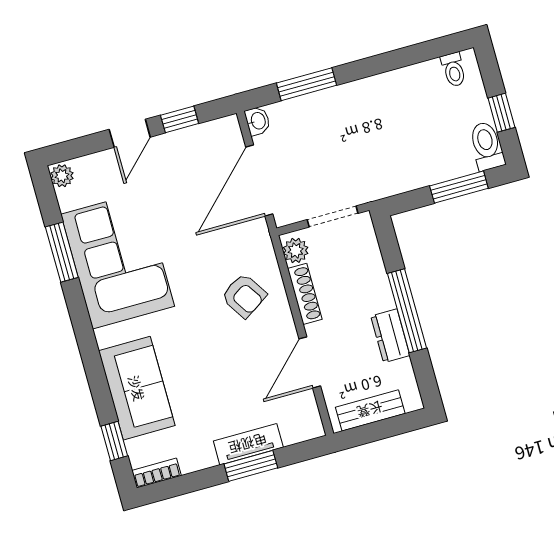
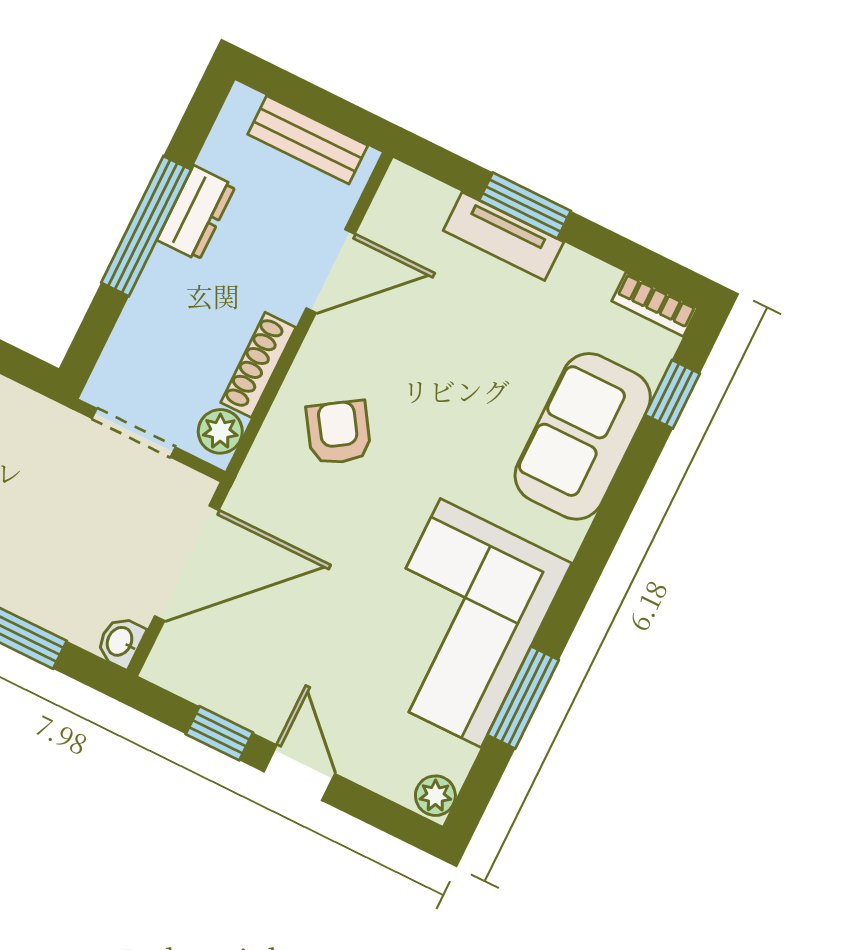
door: (130, 133) -> (299, 773), hinge flipped

